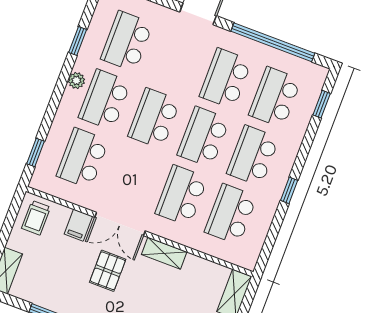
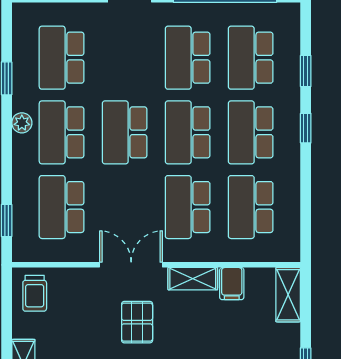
window: (322, 104) -> (306, 71), moved
window: (289, 190) -> (306, 128), moved
double door: (120, 224) -> (131, 265), swing flipped
filing cabinet: (78, 225) -> (232, 284), moved

